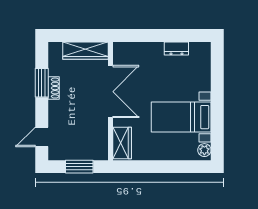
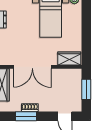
double door: (111, 92) -> (32, 67), swing flipped

